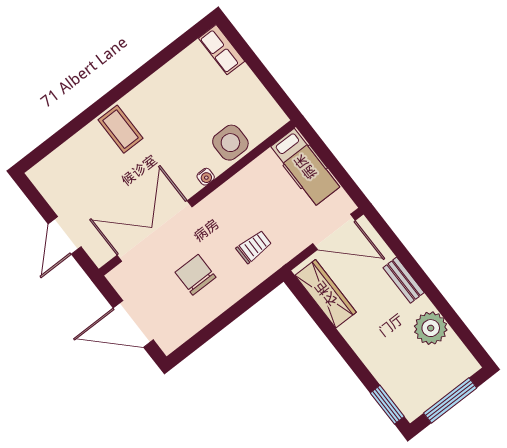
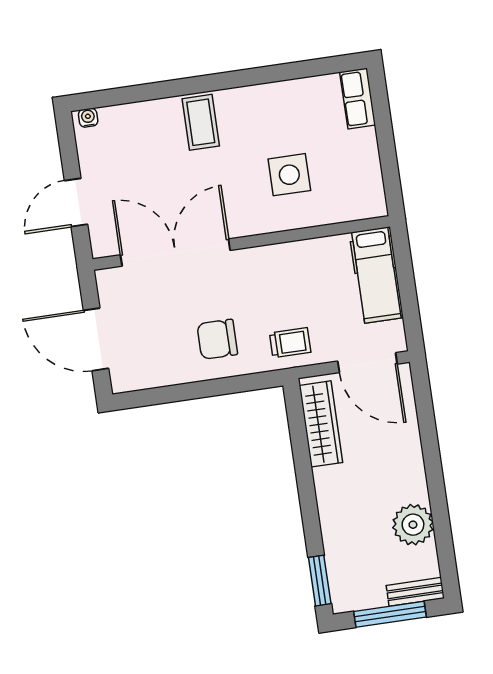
side table: (230, 143) -> (289, 175), moved
water cooler: (206, 177) -> (88, 118), moved, turned 180
trolley: (254, 247) -> (290, 343), moved
chair: (195, 275) -> (217, 339), moved, turned -90
bench: (404, 280) -> (415, 592), moved, turned 90

